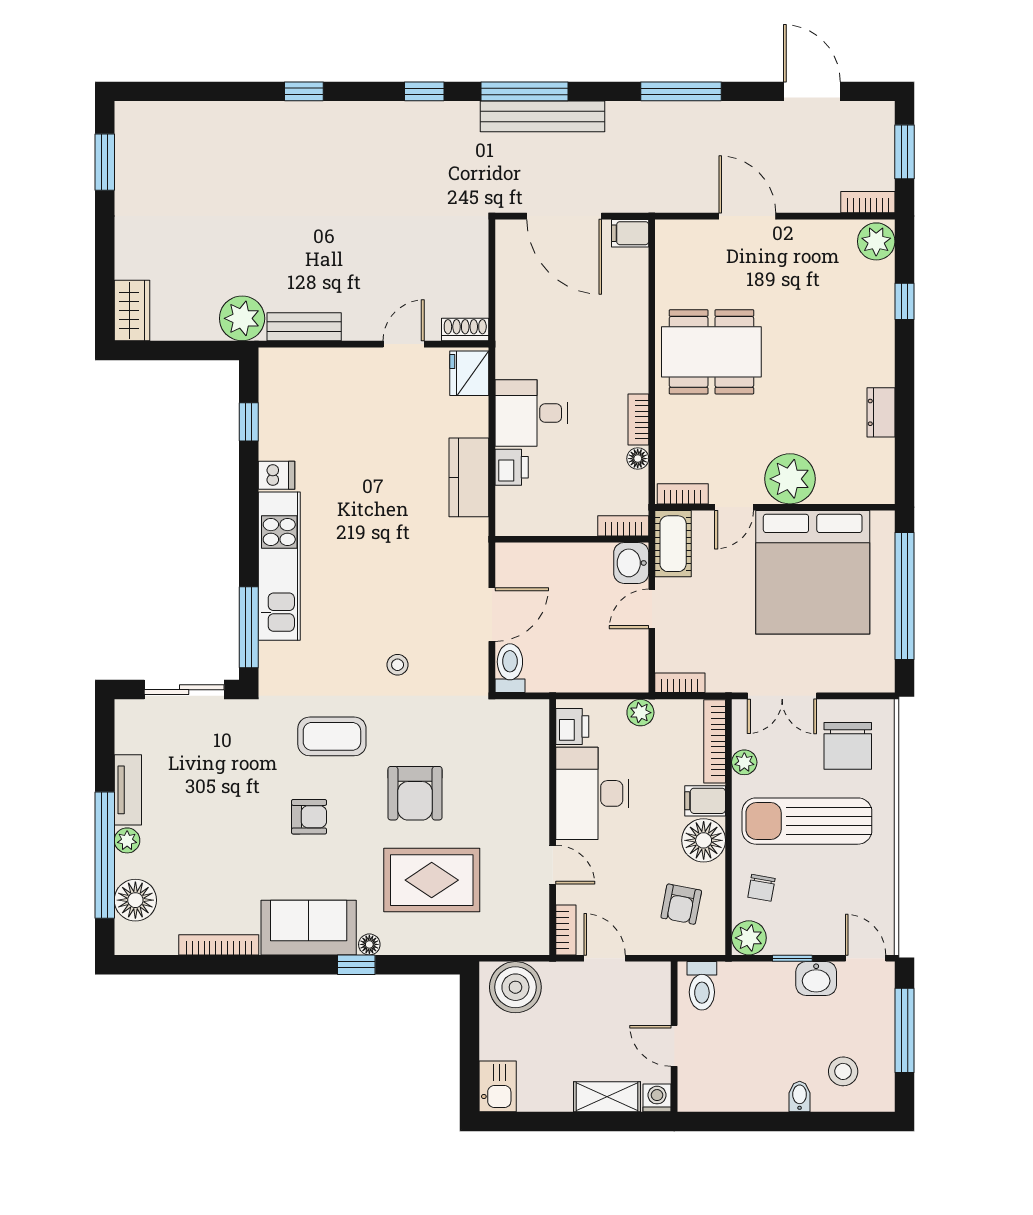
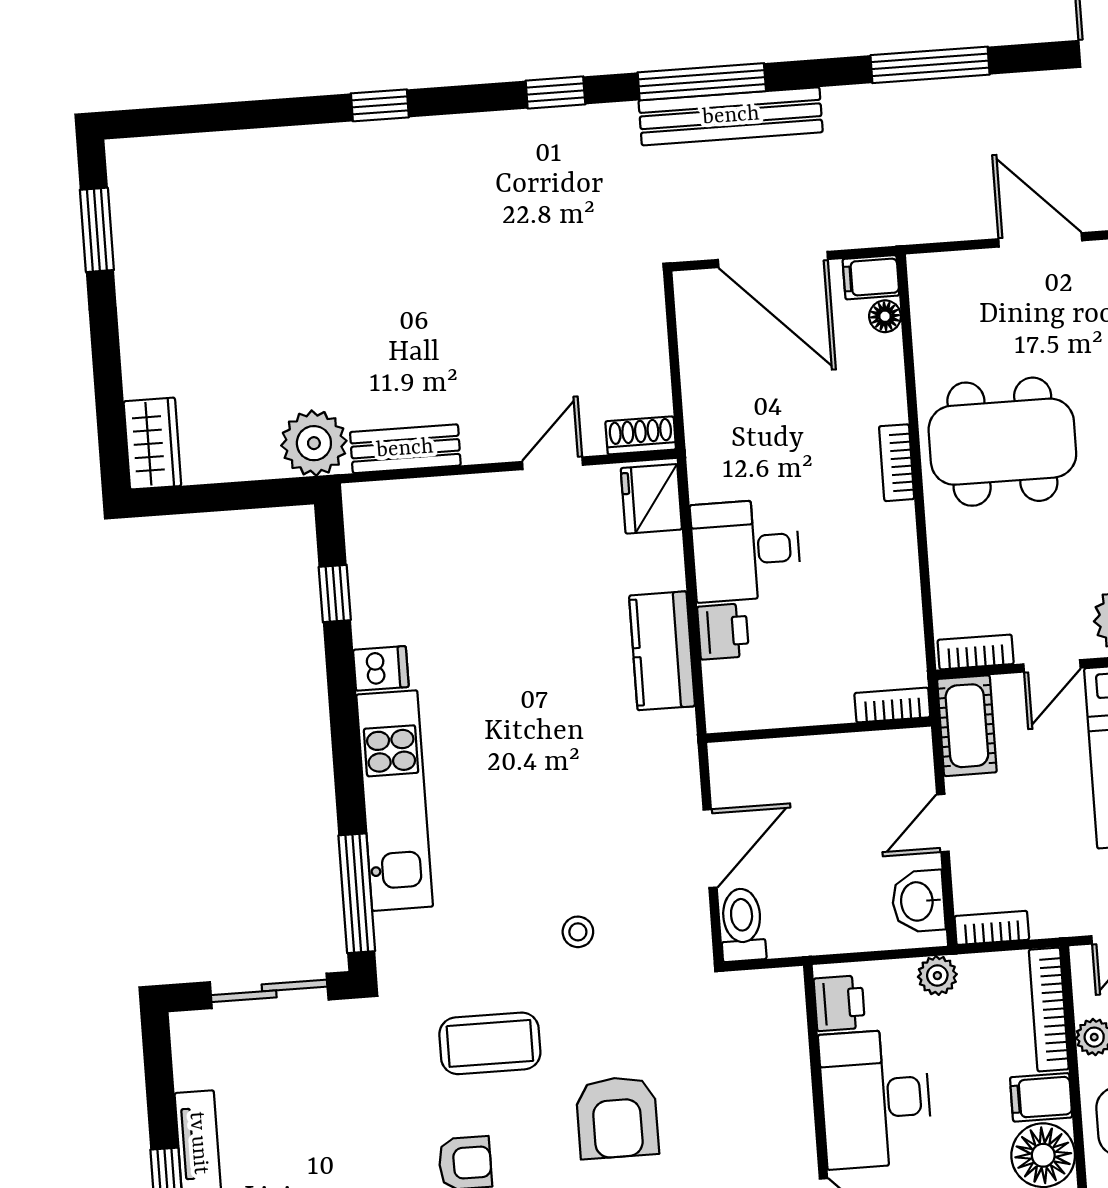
bookcase: (638, 419) -> (897, 463), moved
floor lamp: (638, 459) -> (885, 316), moved
washbasin: (631, 563) -> (918, 901), moved

